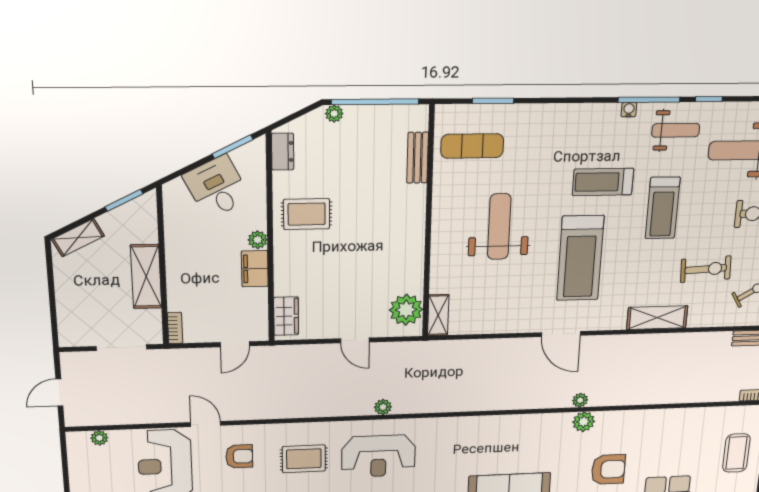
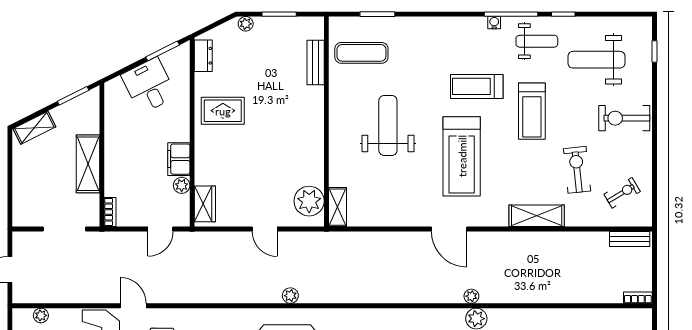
window: (375, 102) -> (279, 14), width x0.47
plant: (258, 240) -> (182, 185), moved
exercise bike: (706, 269) -> (577, 170), turned -93

